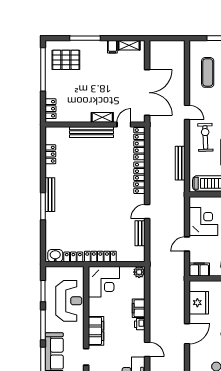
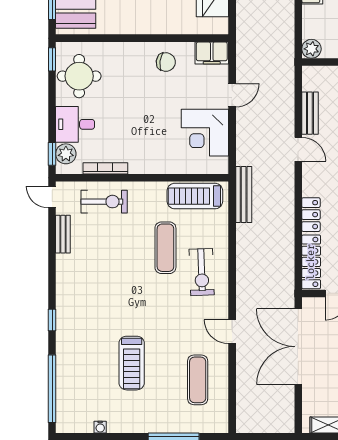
door: (187, 112) -> (232, 332), moved
bench: (180, 163) -> (244, 194), moved
locker: (139, 178) -> (311, 215), width x0.66
door: (147, 212) -> (298, 149), hinge flipped

